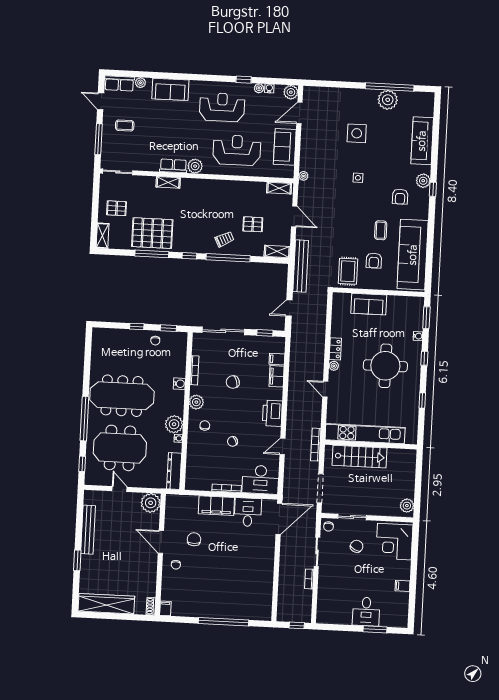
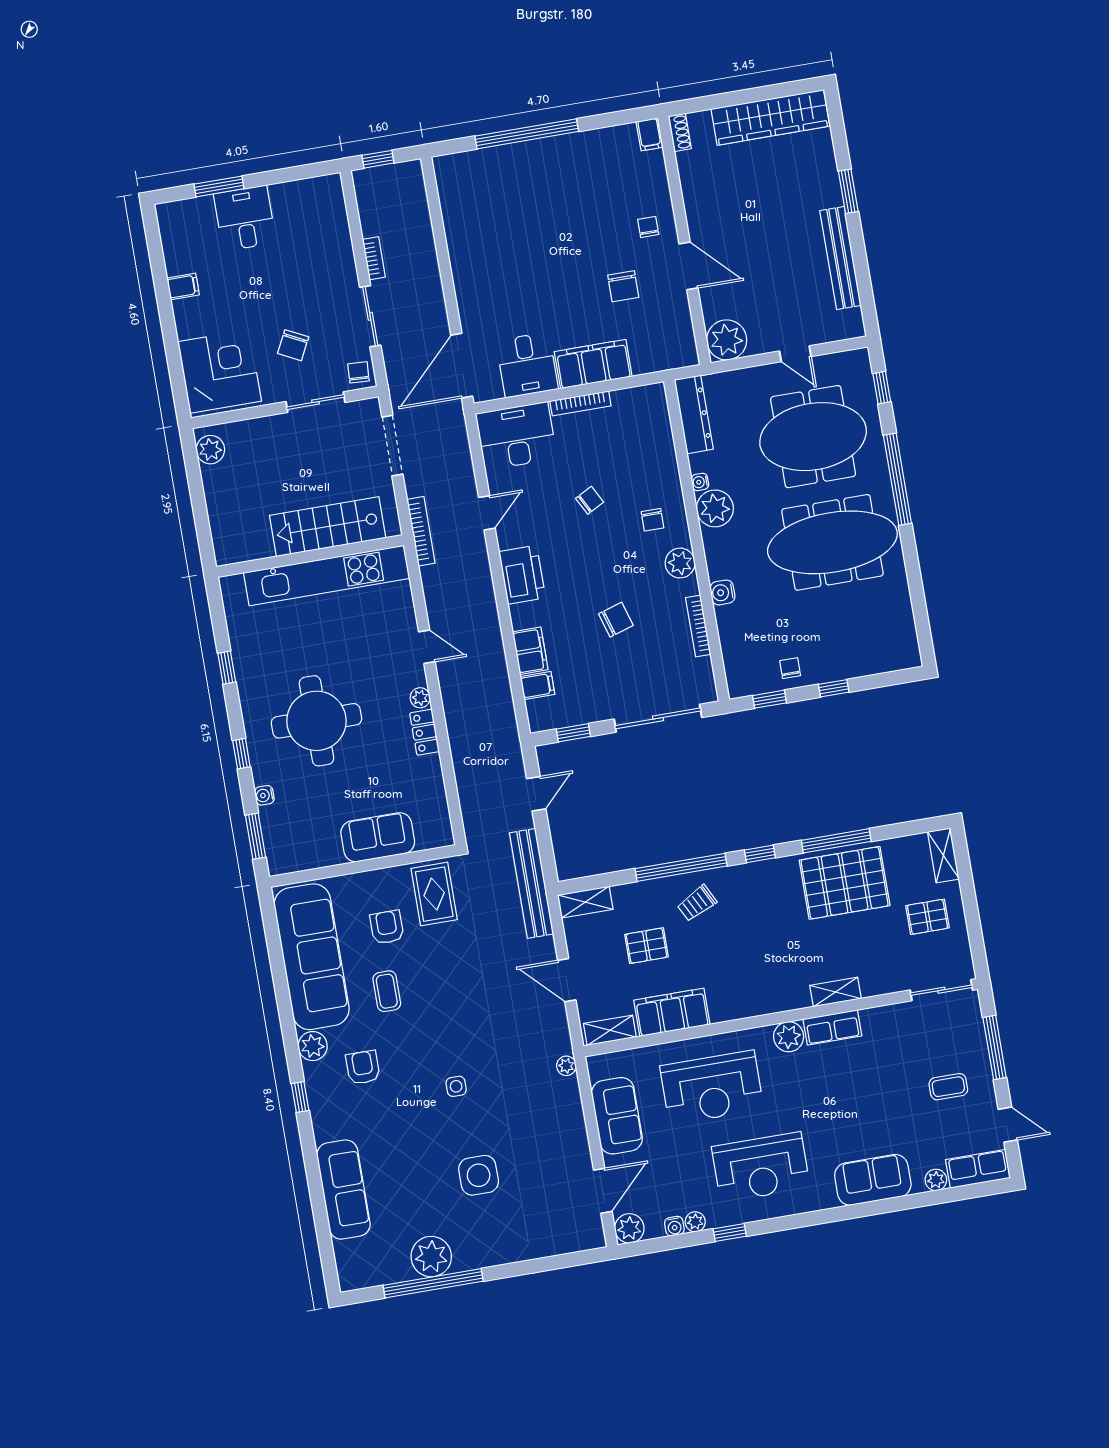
plant: (423, 181) -> (313, 1046), moved
filing cabinet: (248, 190) -> (672, 1012), added

